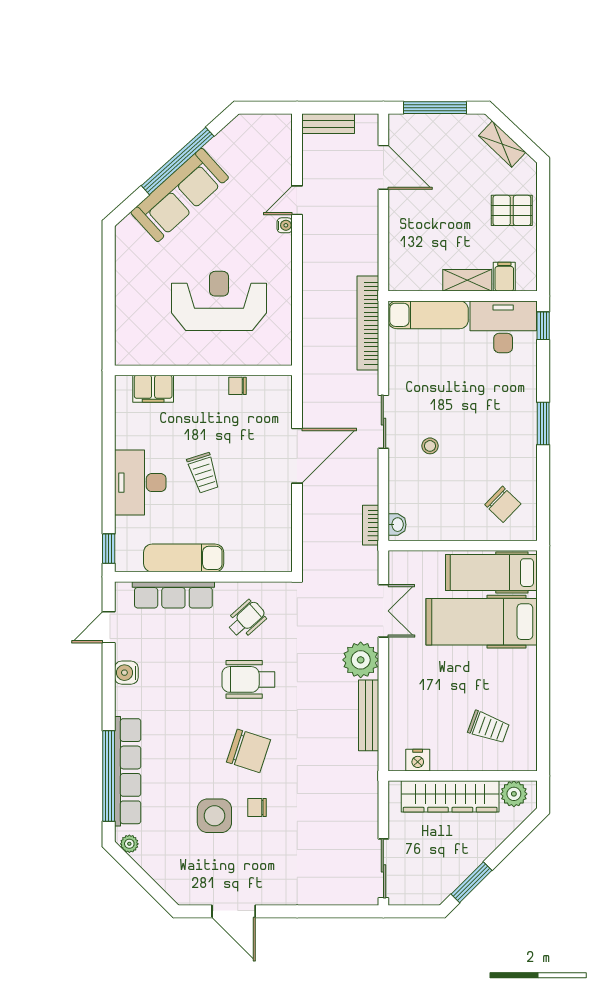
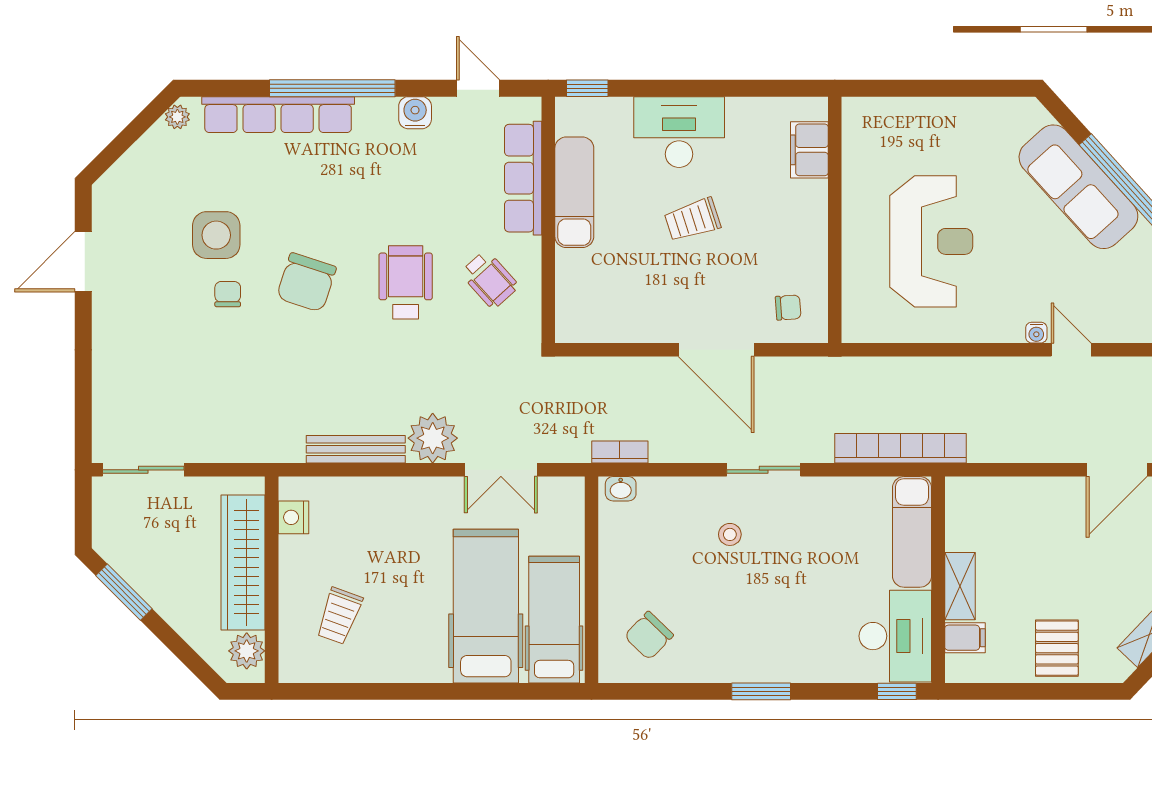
chair: (238, 386) -> (788, 308), moved, turned 86
window: (109, 776) -> (332, 88), moved

